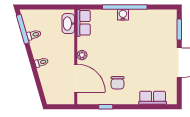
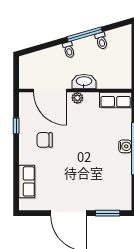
washbasin: (68, 24) -> (84, 82), moved
window: (23, 29) -> (85, 34), moved
door: (76, 78) -> (50, 90), hinge flipped

